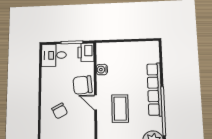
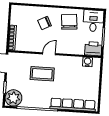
water cooler: (102, 70) -> (88, 62), moved
chair: (83, 85) -> (69, 22), moved
row of seats: (154, 89) -> (73, 105), moved

